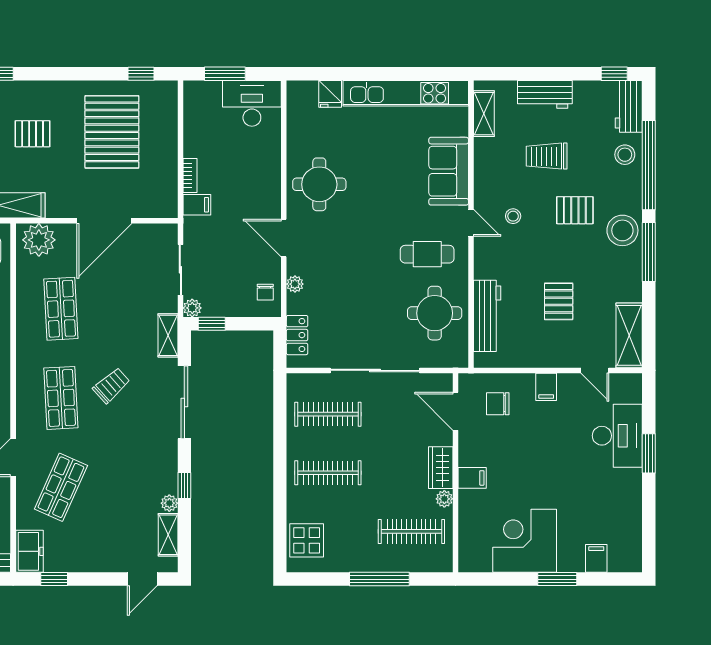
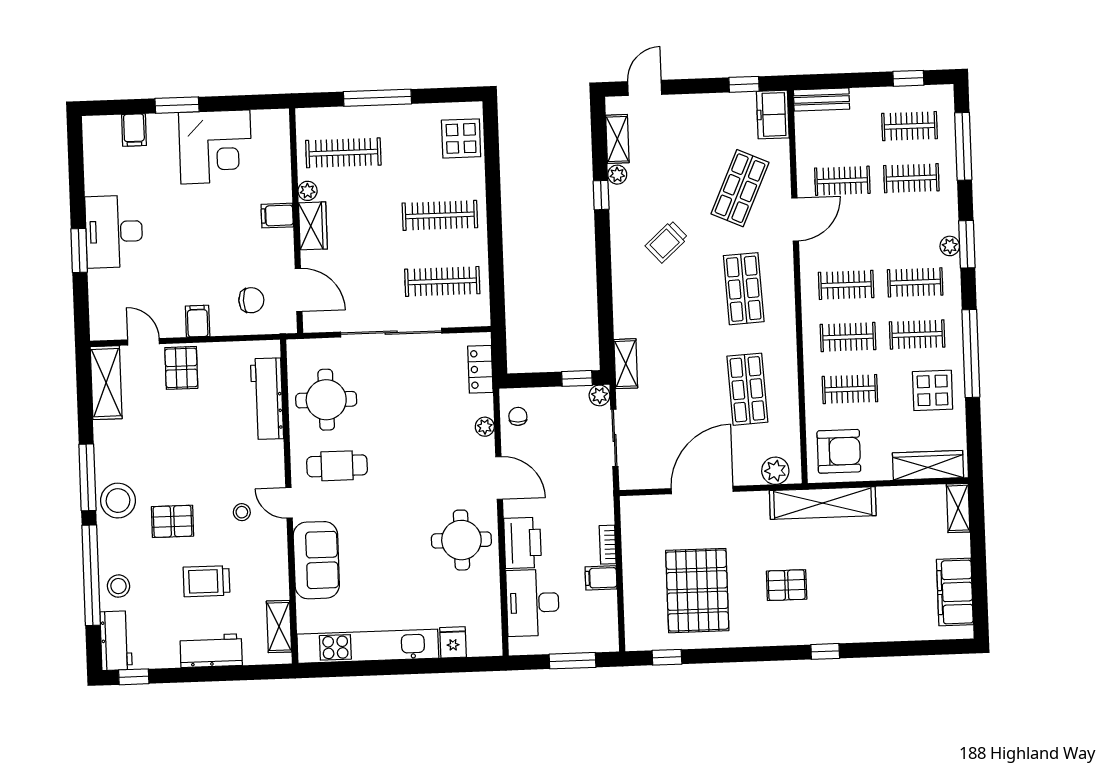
desk: (252, 103) -> (533, 603), moved, turned 90
trolley: (547, 156) -> (206, 581), turned 180
printer: (265, 180) -> (523, 543), added
filing cabinet: (197, 205) -> (601, 578), moved
plant: (39, 240) -> (775, 471), width x0.73, depth x0.73
pallet: (559, 301) -> (181, 368), moved
trolley: (111, 385) -> (667, 242), moved
sliding door: (184, 402) -> (604, 289), removed
desk: (617, 436) -> (114, 232), moved

